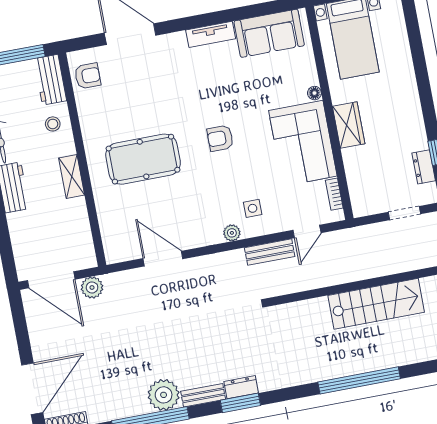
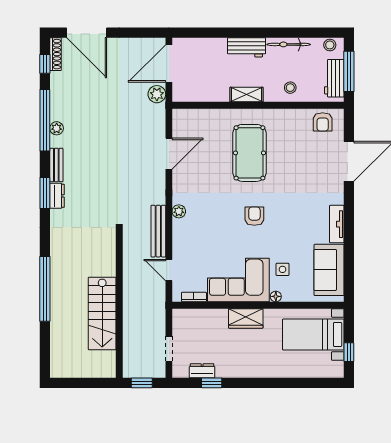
workbench: (50, 80) -> (334, 78), moved, turned -90
side table: (253, 208) -> (282, 269), moved
bench: (270, 252) -> (158, 231), width x1.36
plant: (164, 395) -> (57, 128), width x0.53, depth x0.53

